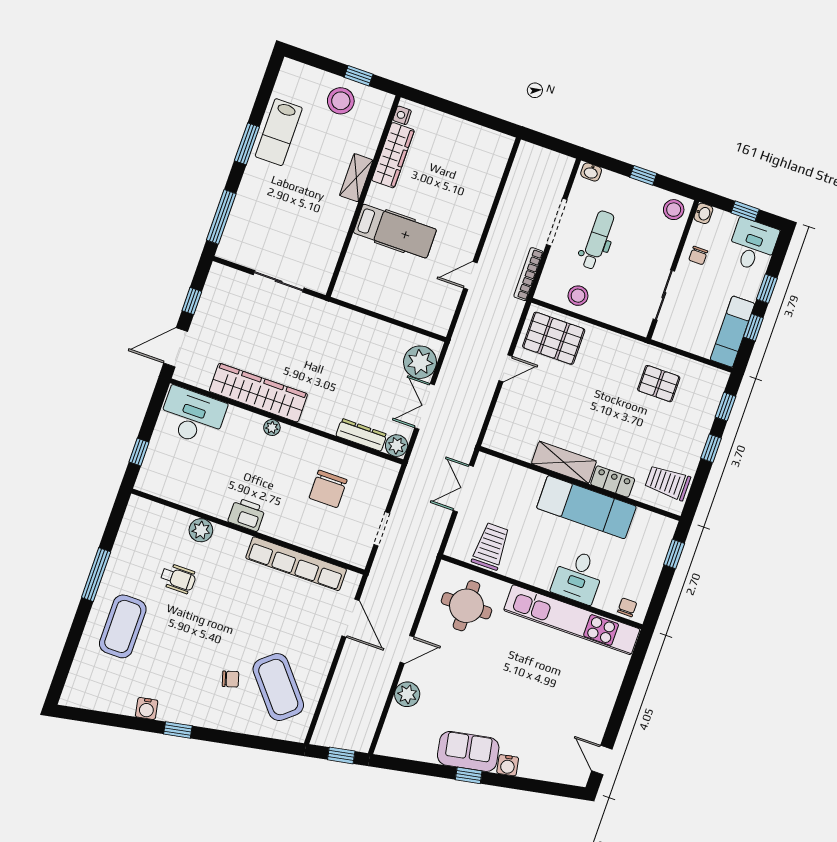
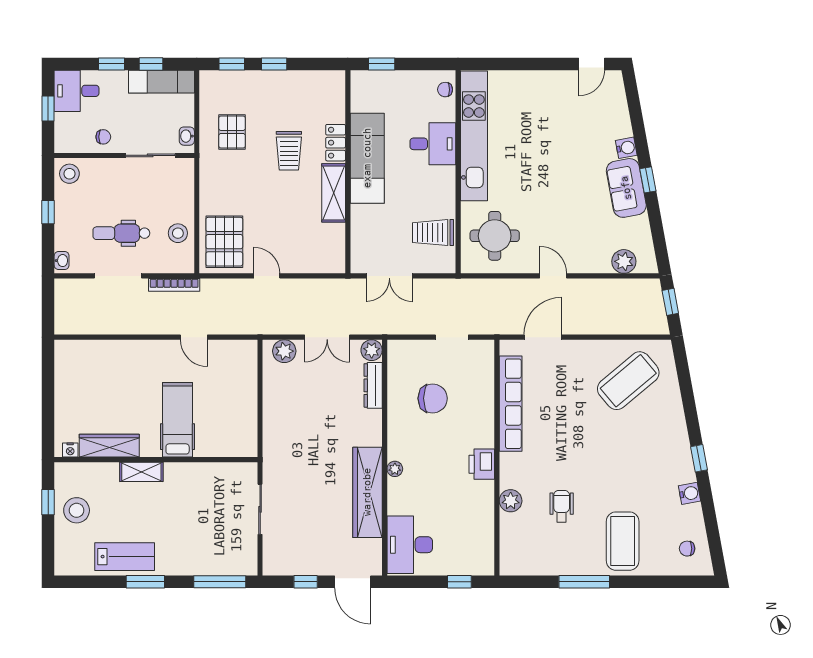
washbasin: (703, 213) -> (187, 136), moved, turned -90
plant: (420, 362) -> (284, 351), width x0.73, depth x0.73
trolley: (668, 483) -> (289, 151), moved
coffee table: (123, 626) -> (623, 541), turned 90
chair: (231, 679) -> (687, 549), moved, turned -73
plant: (407, 694) -> (624, 261), moved

